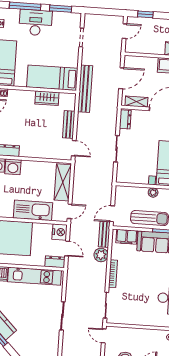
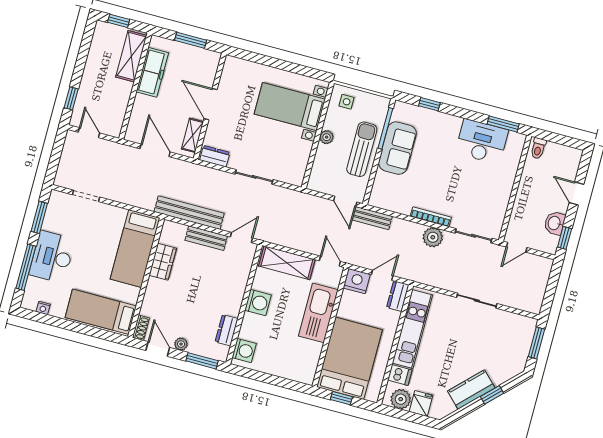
bench: (85, 89) -> (189, 213), moved
washing machine: (13, 167) -> (258, 303), moved
filing cabinet: (127, 237) -> (382, 187), removed
plant: (101, 255) -> (433, 237), moved

